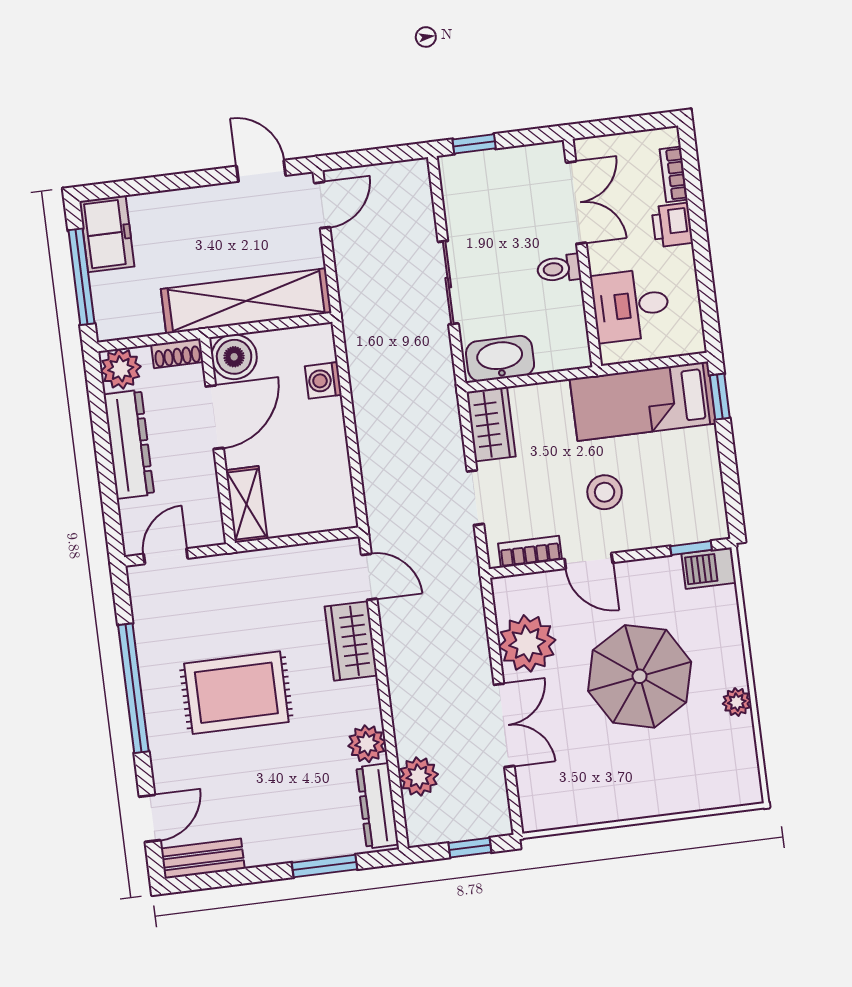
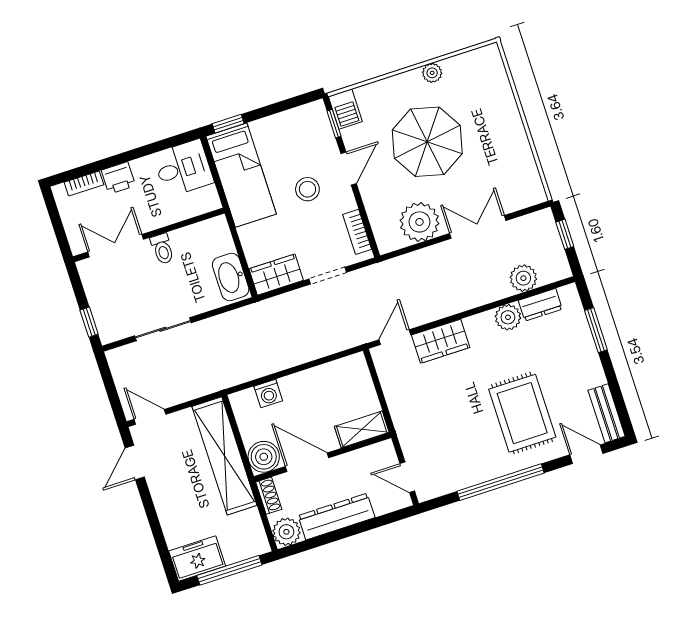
sliding door: (448, 283) -> (163, 329), moved
desk: (631, 305) -> (183, 168), moved, turned -90
door: (589, 561) -> (349, 169), moved
rug: (236, 693) -> (522, 413), moved
dresser: (377, 806) -> (540, 305), width x0.70

